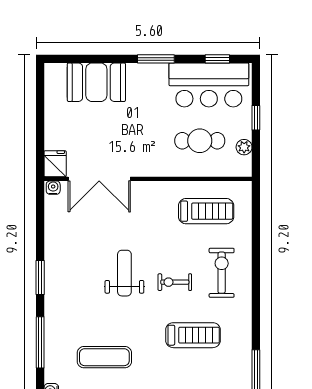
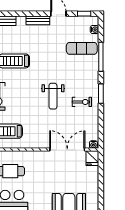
exercise bike: (175, 282) -> (82, 102), moved
exercise mat: (104, 357) -> (82, 48), moved

